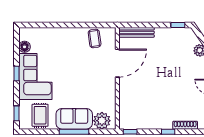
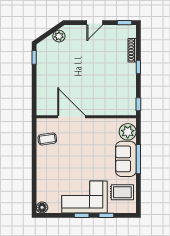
bench: (136, 32) -> (41, 98), removed
floor lamp: (25, 47) -> (42, 207), moved
window: (16, 113) -> (106, 215), moved

